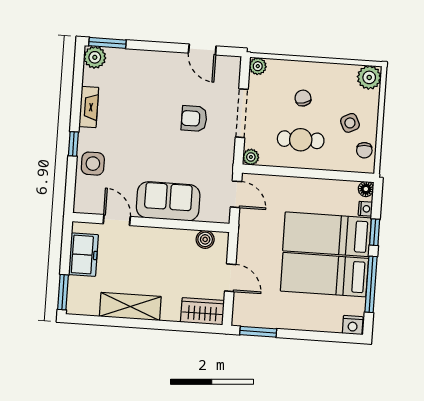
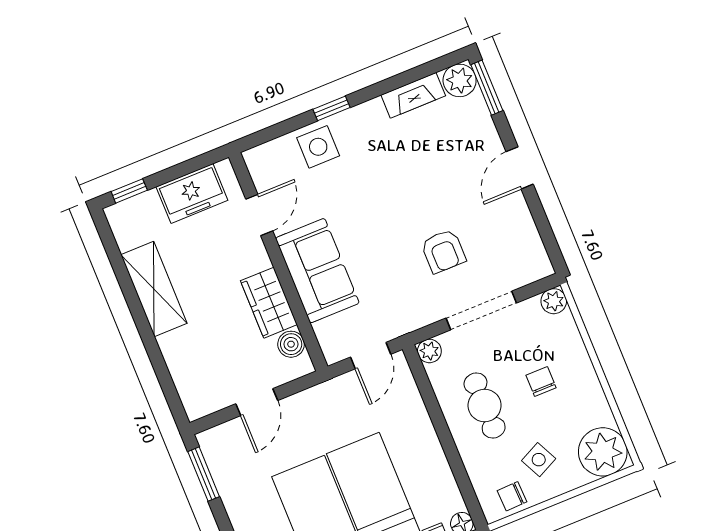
door: (202, 49) -> (520, 168), moved
plant: (369, 77) -> (603, 452), width x1.36, depth x1.36
chair: (303, 98) -> (541, 381), turned -75
fireplace: (89, 107) -> (413, 95), moved
armchair: (194, 119) -> (443, 251), turned 180
window: (63, 292) -> (129, 191), width x0.67
wardrobe: (202, 311) -> (269, 303), moved, turned 180

